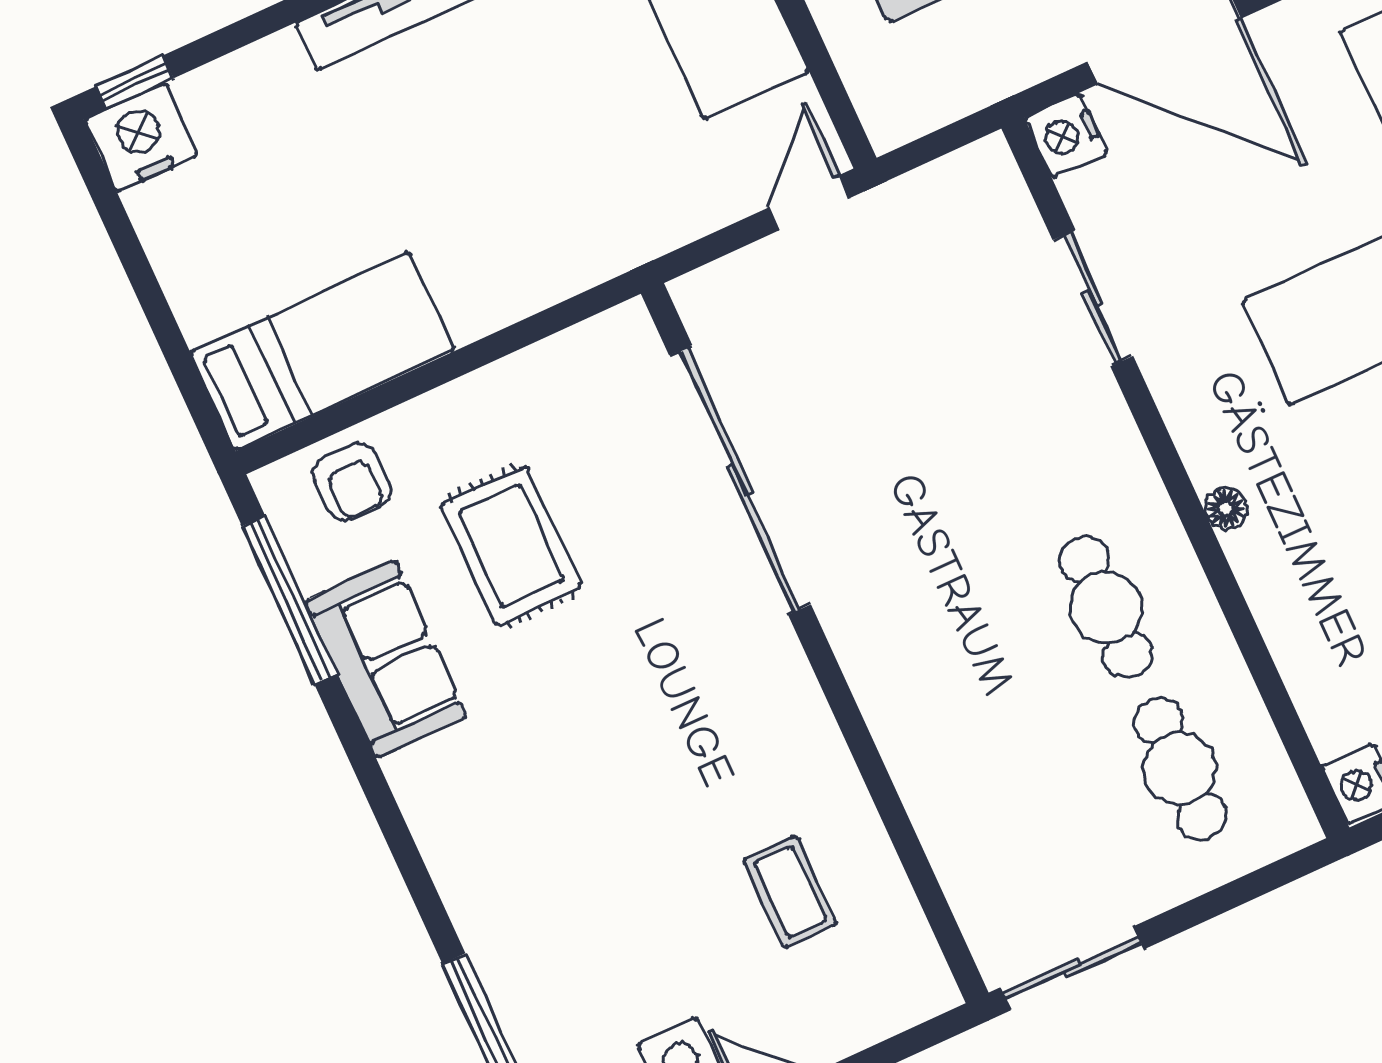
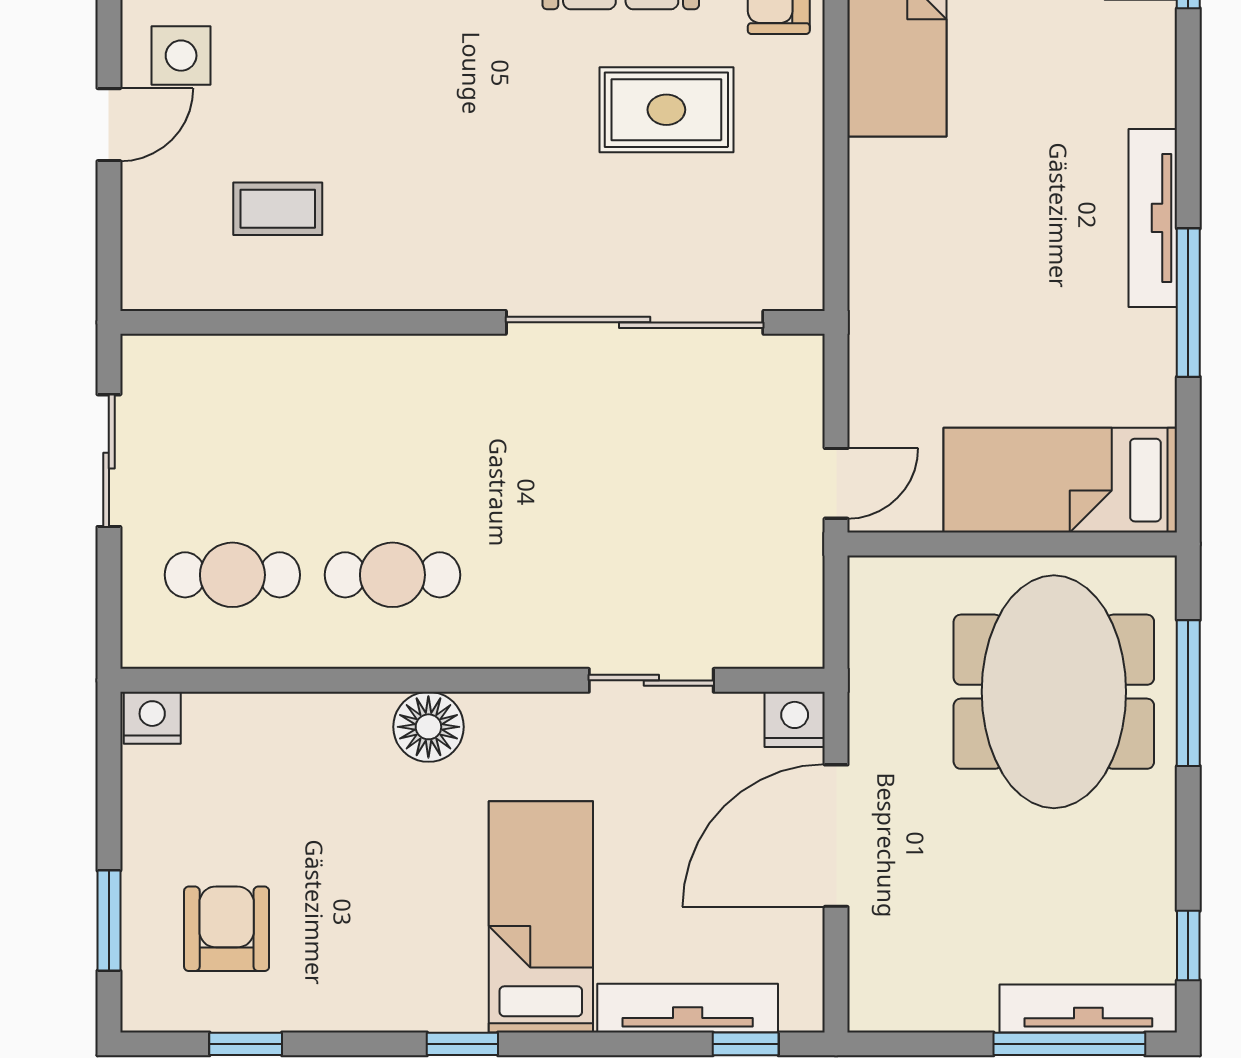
door: (809, 203) -> (836, 483), hinge flipped
floor lamp: (1226, 509) -> (428, 727), width x1.89, depth x1.89
sliding door: (1072, 968) -> (109, 461), moved

